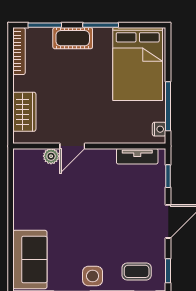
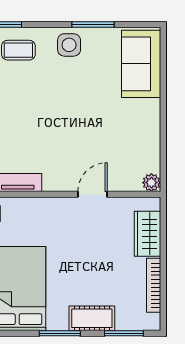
bookcase: (19, 51) -> (154, 285), moved
plant: (51, 156) -> (151, 183), moved

